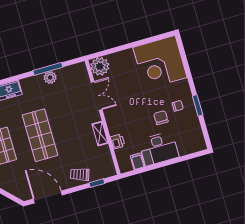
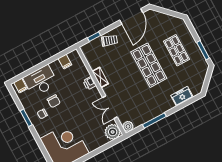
plant: (50, 77) -> (128, 126), moved
printer: (118, 141) -> (89, 83), moved
filing cabinet: (196, 145) -> (21, 86), added
desk: (159, 149) -> (41, 81), moved
door: (48, 197) -> (131, 16), hinge flipped

